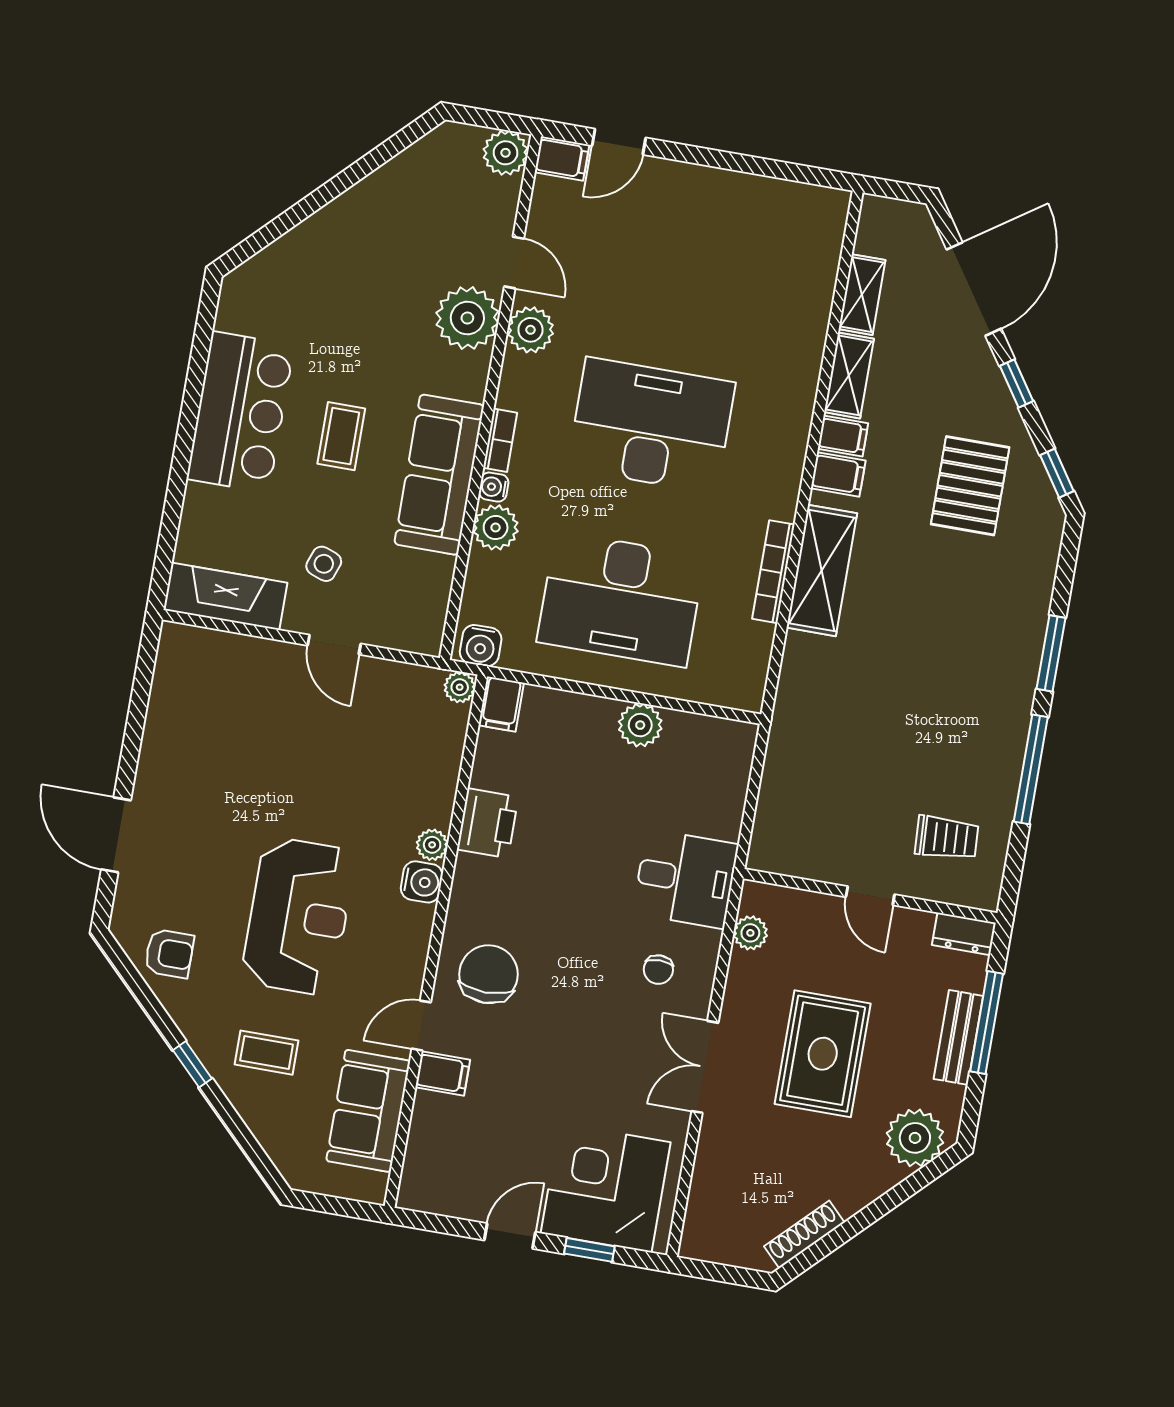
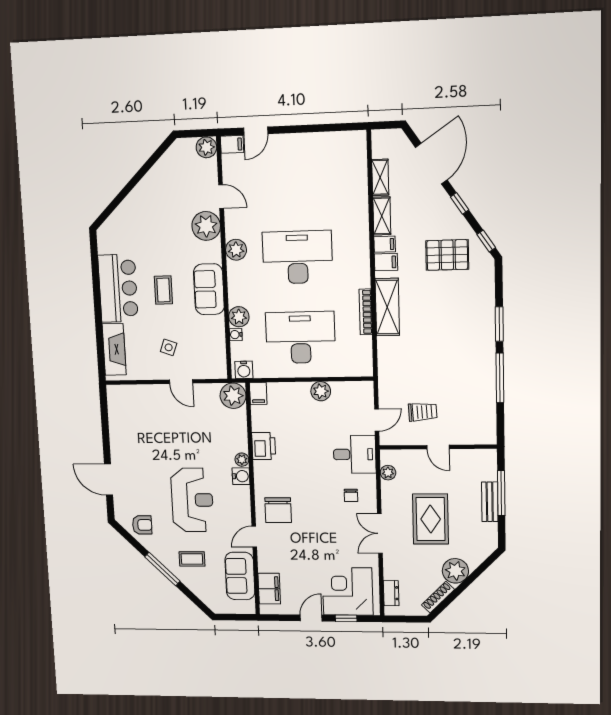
plant: (531, 330) -> (236, 250), moved
bookcase: (500, 440) -> (232, 278), removed
sofa: (439, 475) -> (209, 289), width x0.73
pallet: (970, 486) -> (447, 255), turned 90
water cooler: (494, 487) -> (236, 335), moved
fireplace: (225, 596) -> (114, 349), moved, turned 90
desk: (621, 599) -> (300, 337), turned 180
plant: (460, 687) -> (233, 396), width x1.88, depth x1.88
door: (749, 812) -> (377, 420), added
trolley: (947, 838) -> (423, 412), moved
dresser: (964, 934) -> (391, 593), moved, turned -90
chair: (489, 974) -> (278, 510), turned 180
window: (192, 1064) -> (162, 569), width x2.17
filing cabinet: (443, 1074) -> (269, 589), moved, width x2.00
plant: (915, 1138) -> (455, 571), moved

